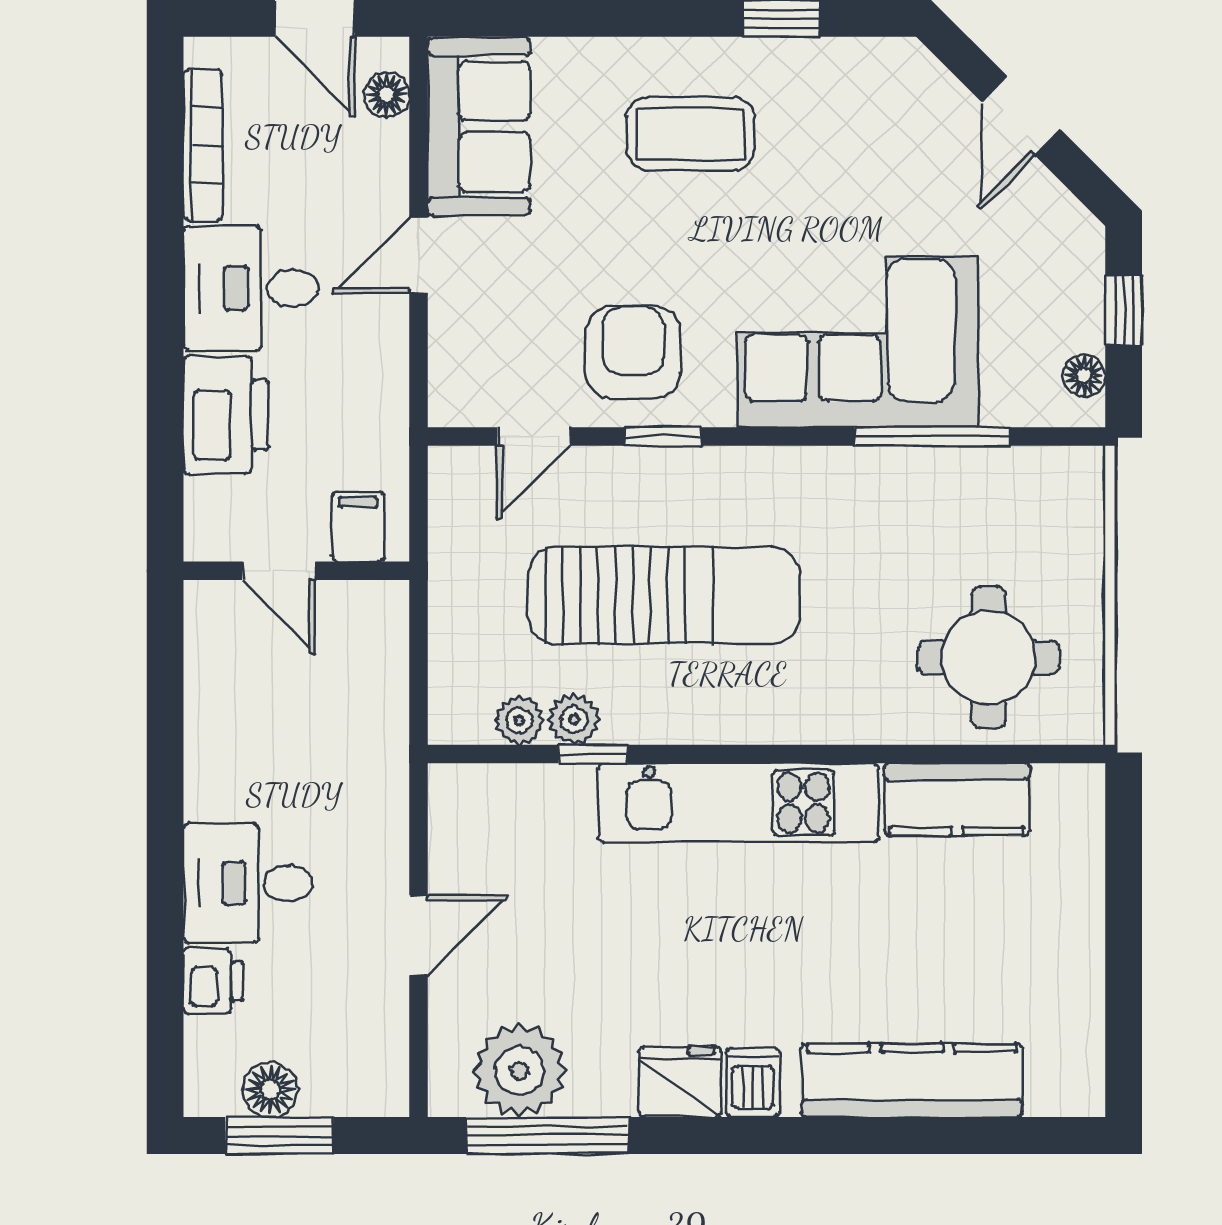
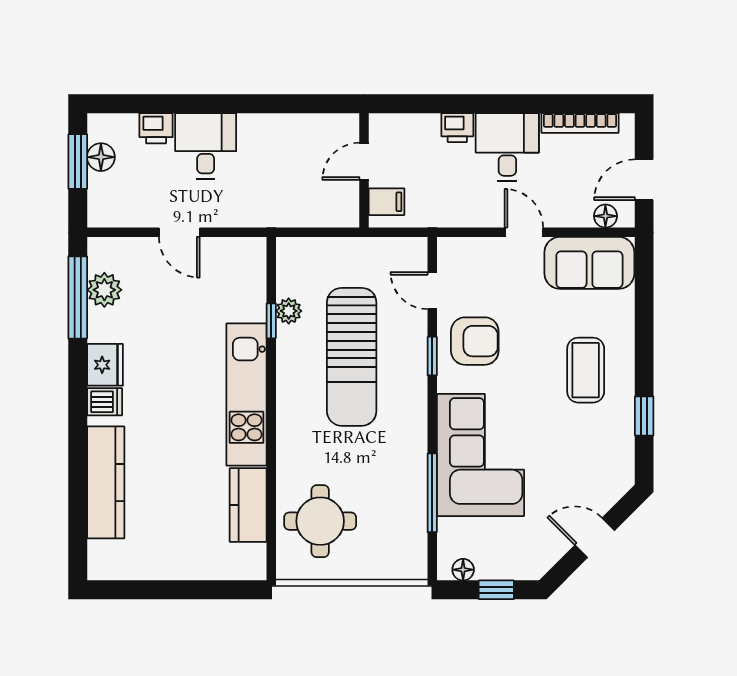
printer: (226, 415) -> (457, 128), width x0.53, depth x0.68
plant: (519, 720) -> (288, 283), removed
plant: (520, 1071) -> (104, 290), width x0.73, depth x0.73

